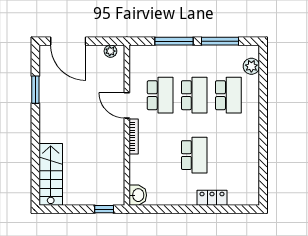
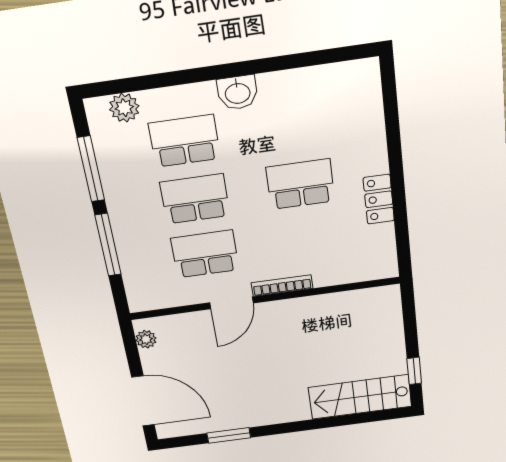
door: (68, 41) -> (143, 401), hinge flipped
washbasin: (138, 195) -> (238, 93), moved, turned 180
locker: (212, 198) -> (379, 199), moved
window: (104, 209) -> (414, 371), moved

